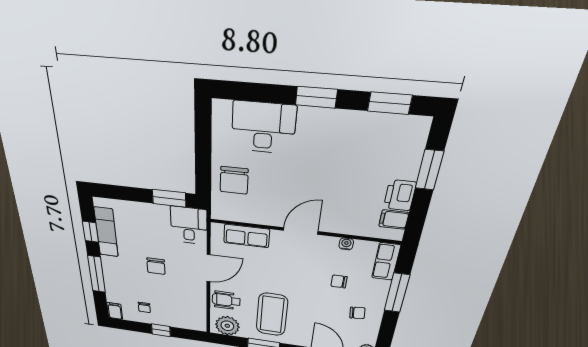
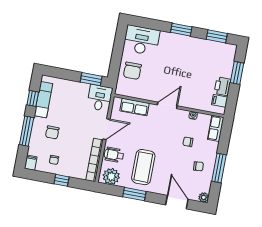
desk: (263, 128) -> (141, 40), moved
chair: (156, 266) -> (52, 132), moved
window: (397, 293) -> (219, 168), moved
bookcase: (200, 307) -> (94, 160), added

